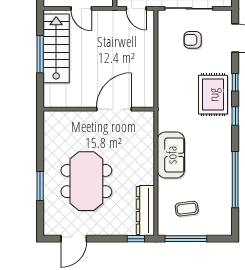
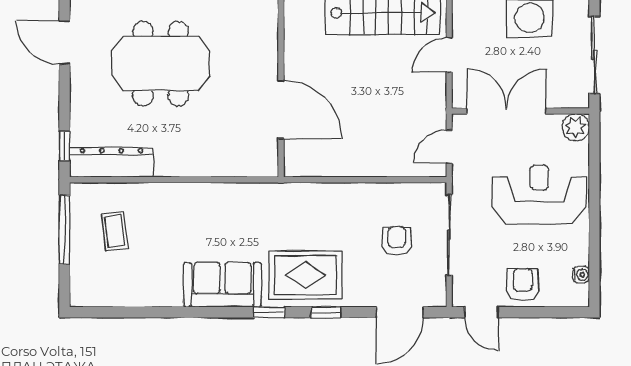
sofa: (171, 155) -> (222, 285), moved, turned 180
window: (235, 180) -> (163, 312), removed

